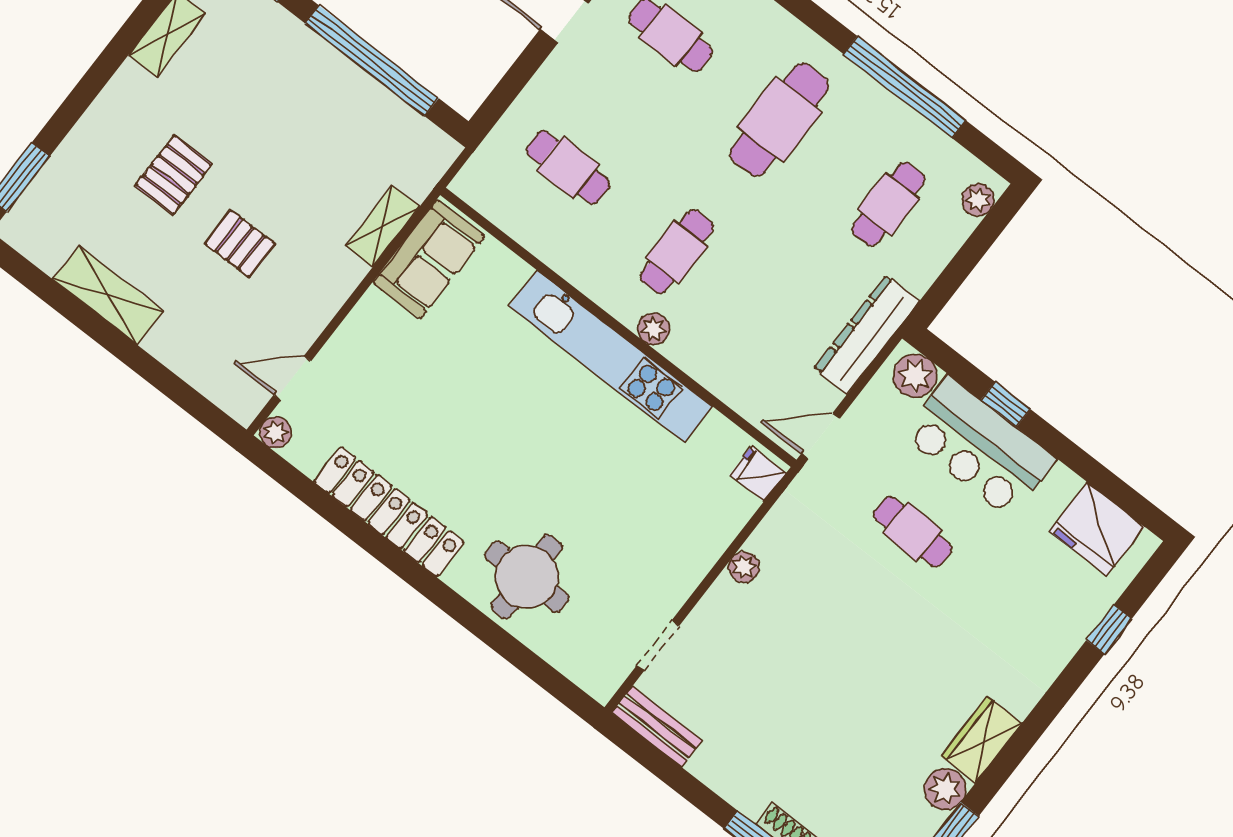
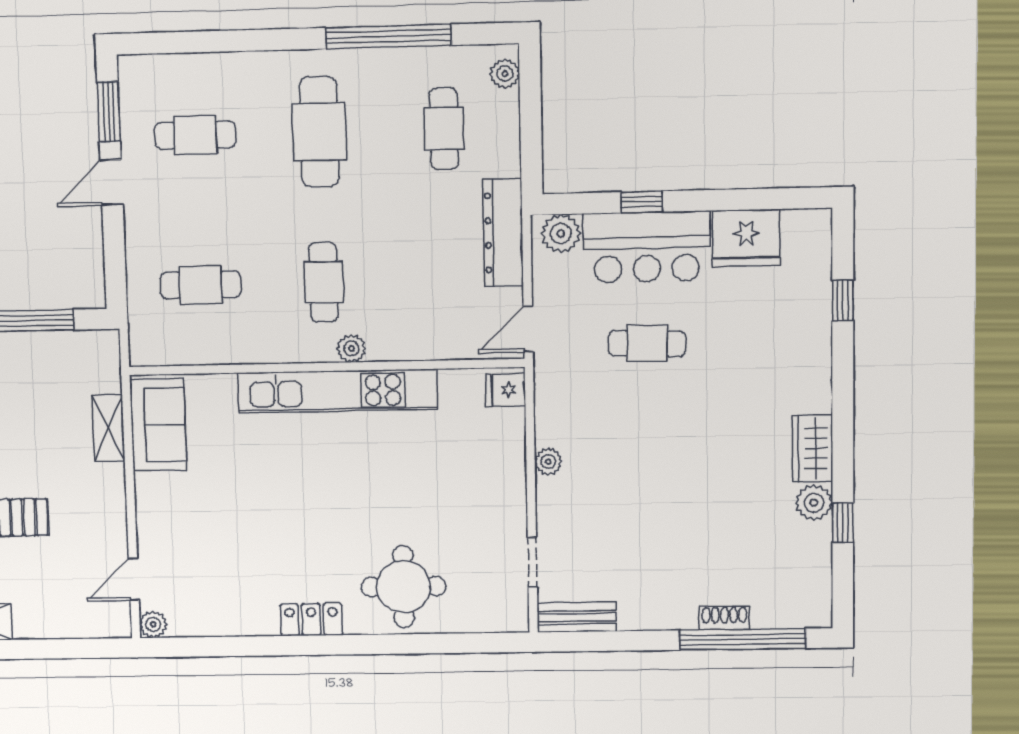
locker: (389, 512) -> (311, 620), width x0.46, depth x0.83
fridge: (1097, 529) -> (746, 238), moved

